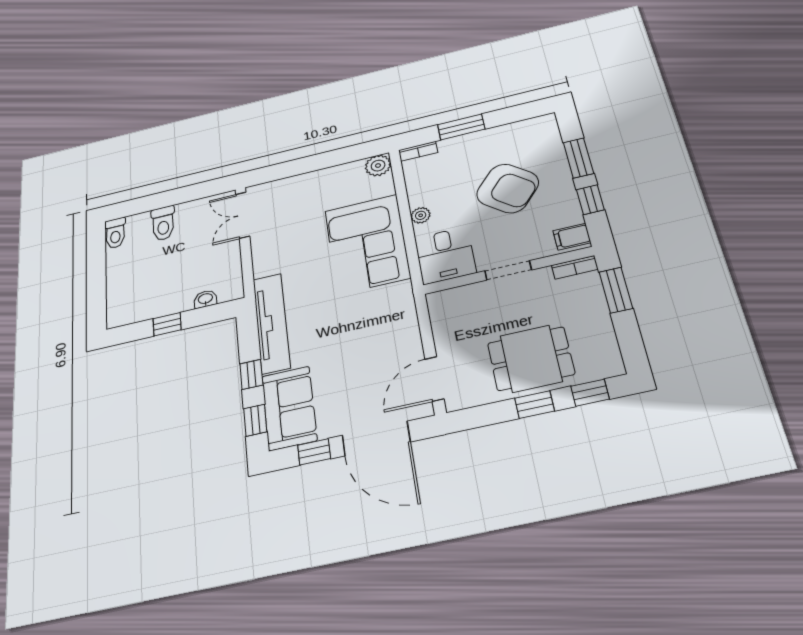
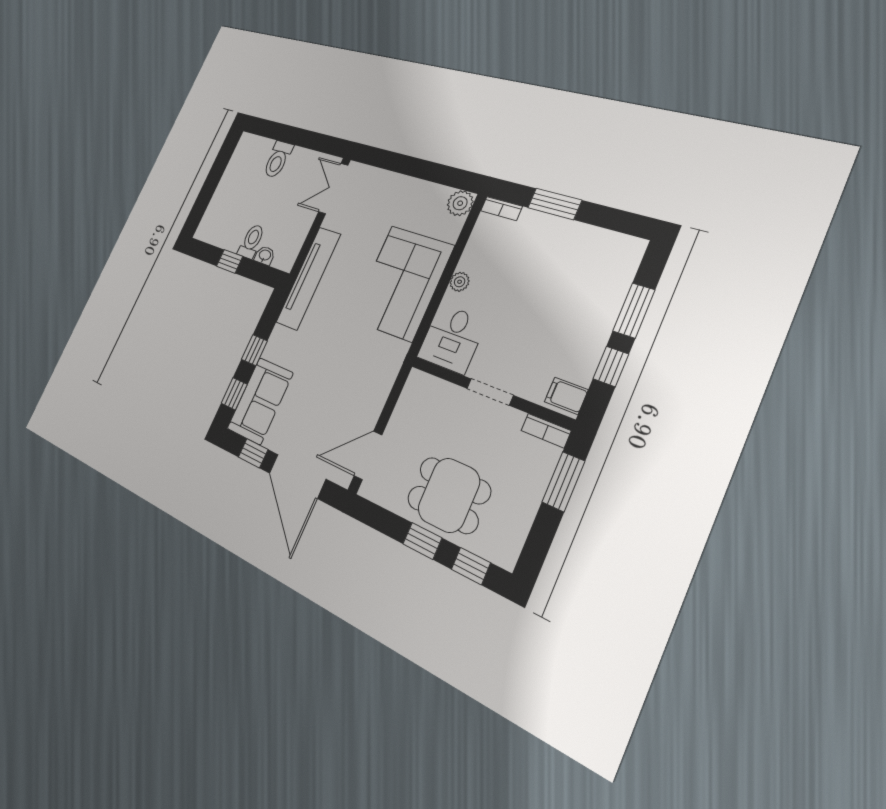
armchair: (508, 188) -> (548, 302), removed
toilet: (115, 233) -> (251, 241), moved, turned 180
tv unit: (271, 323) -> (308, 278), moved

